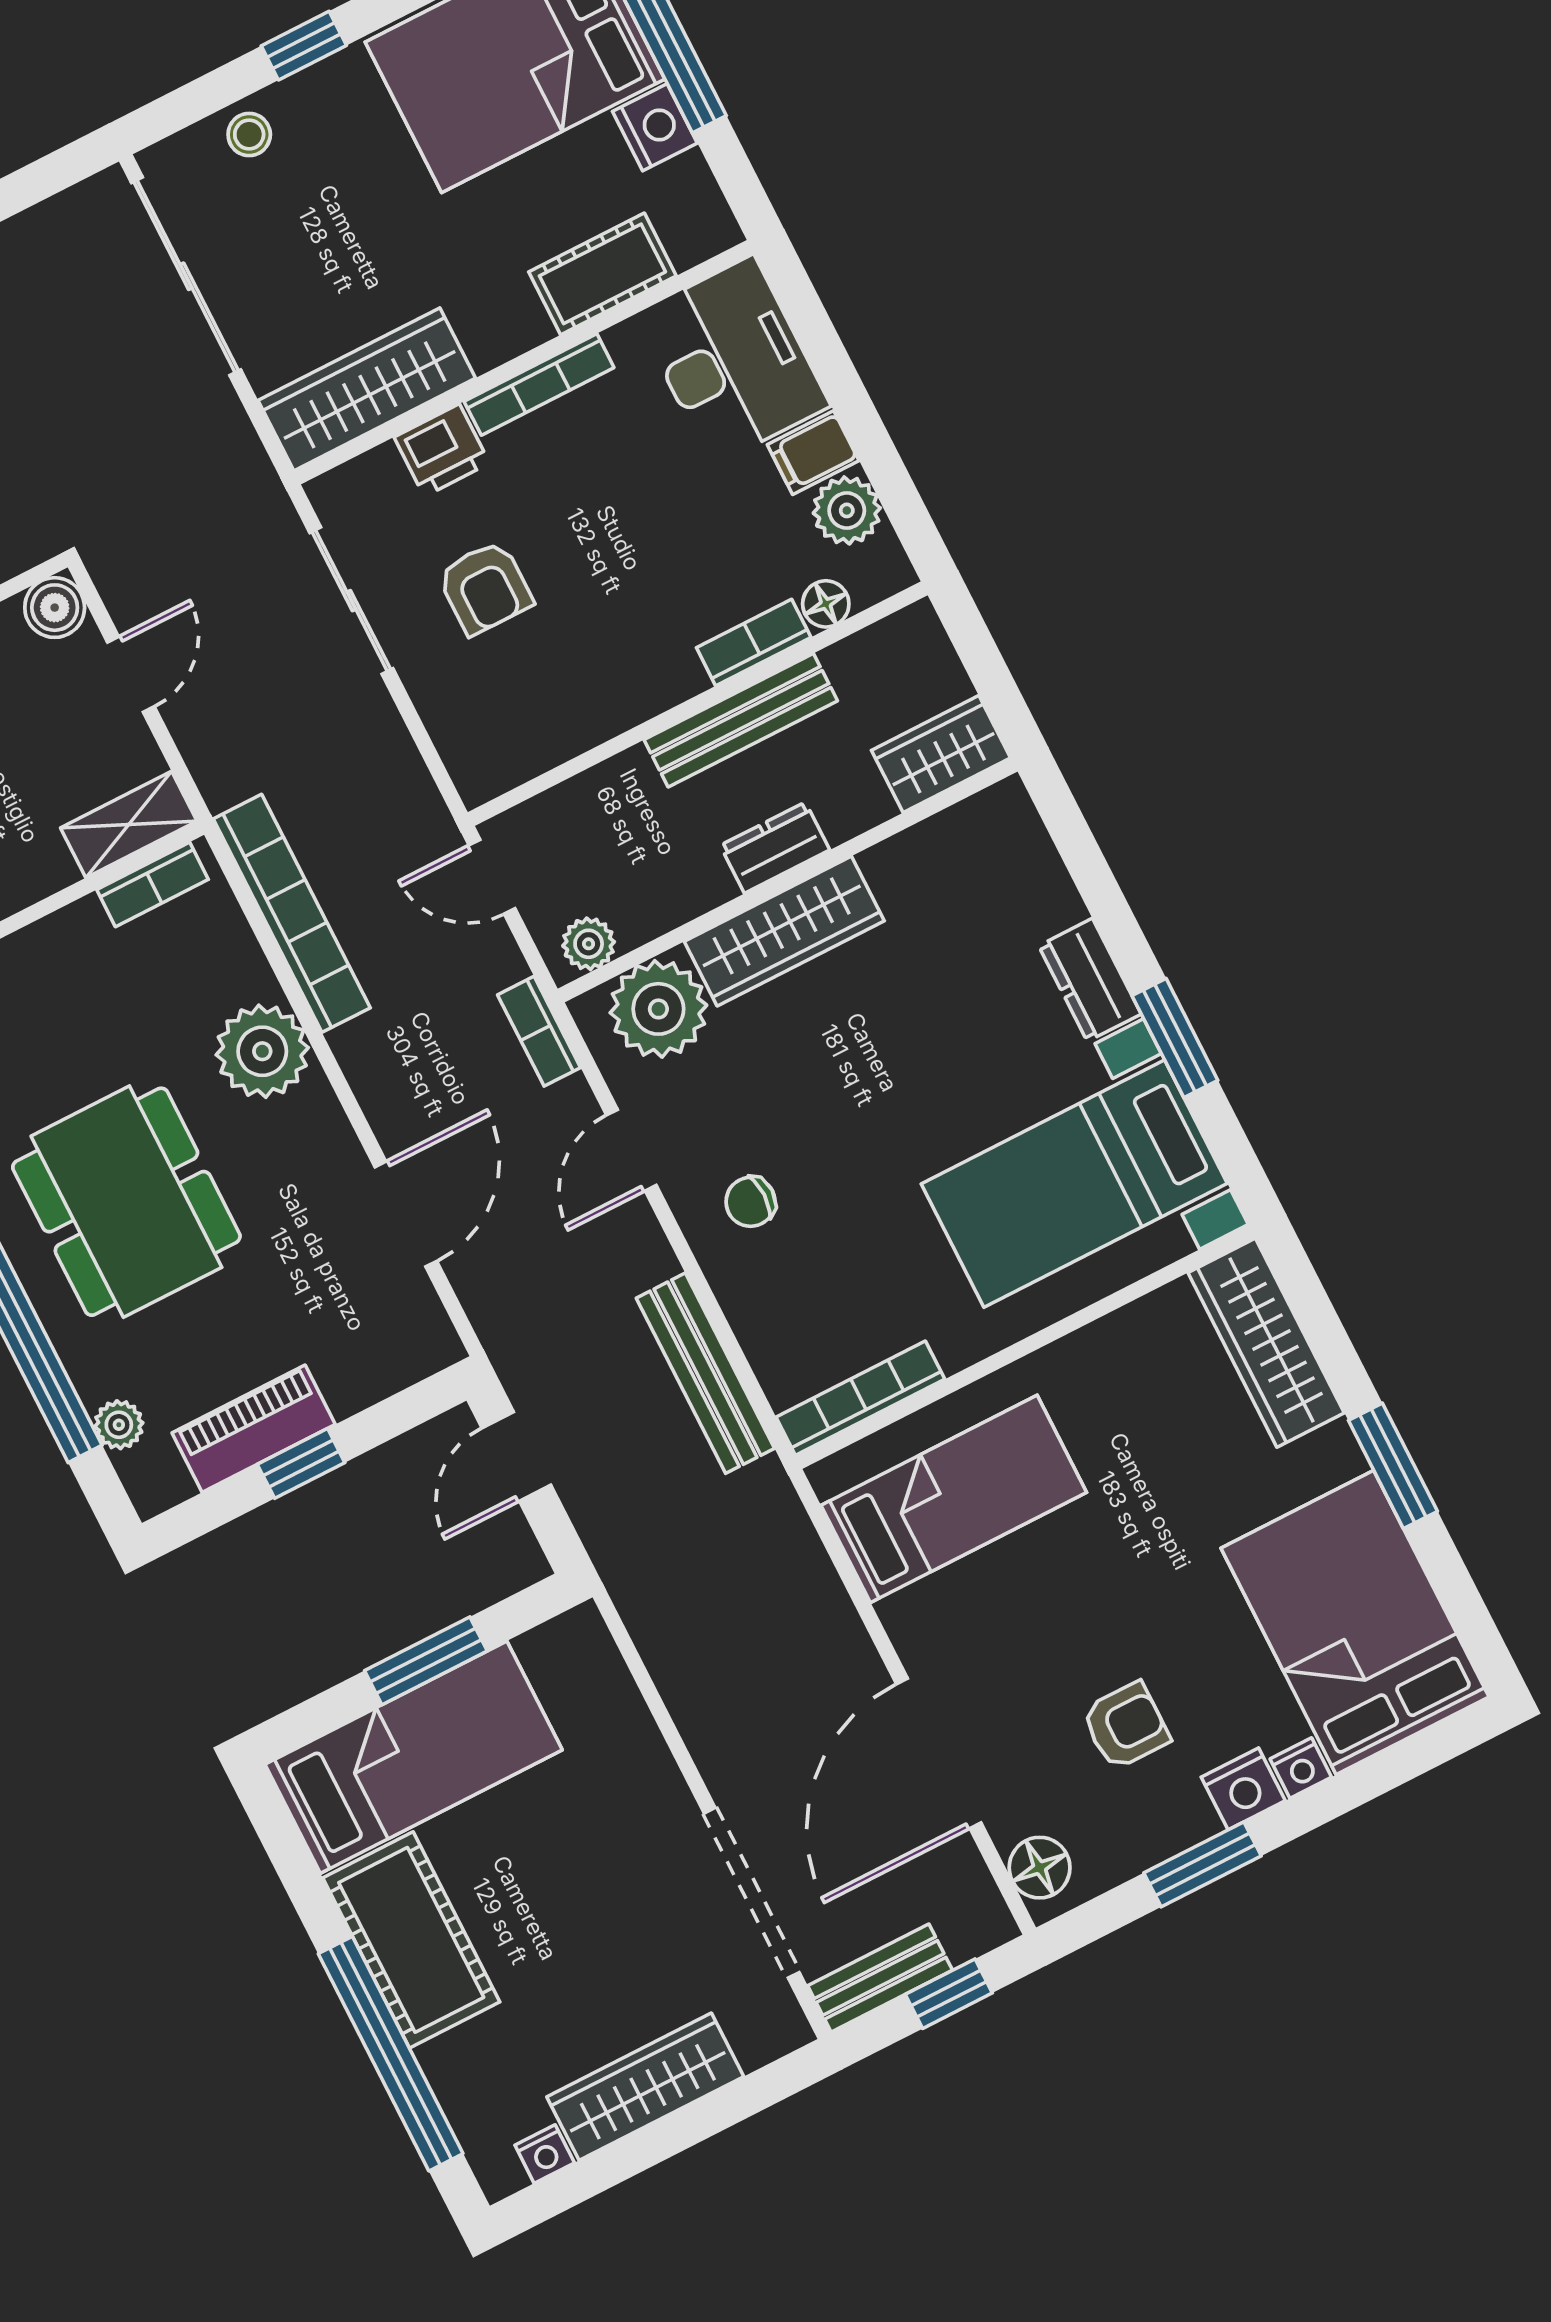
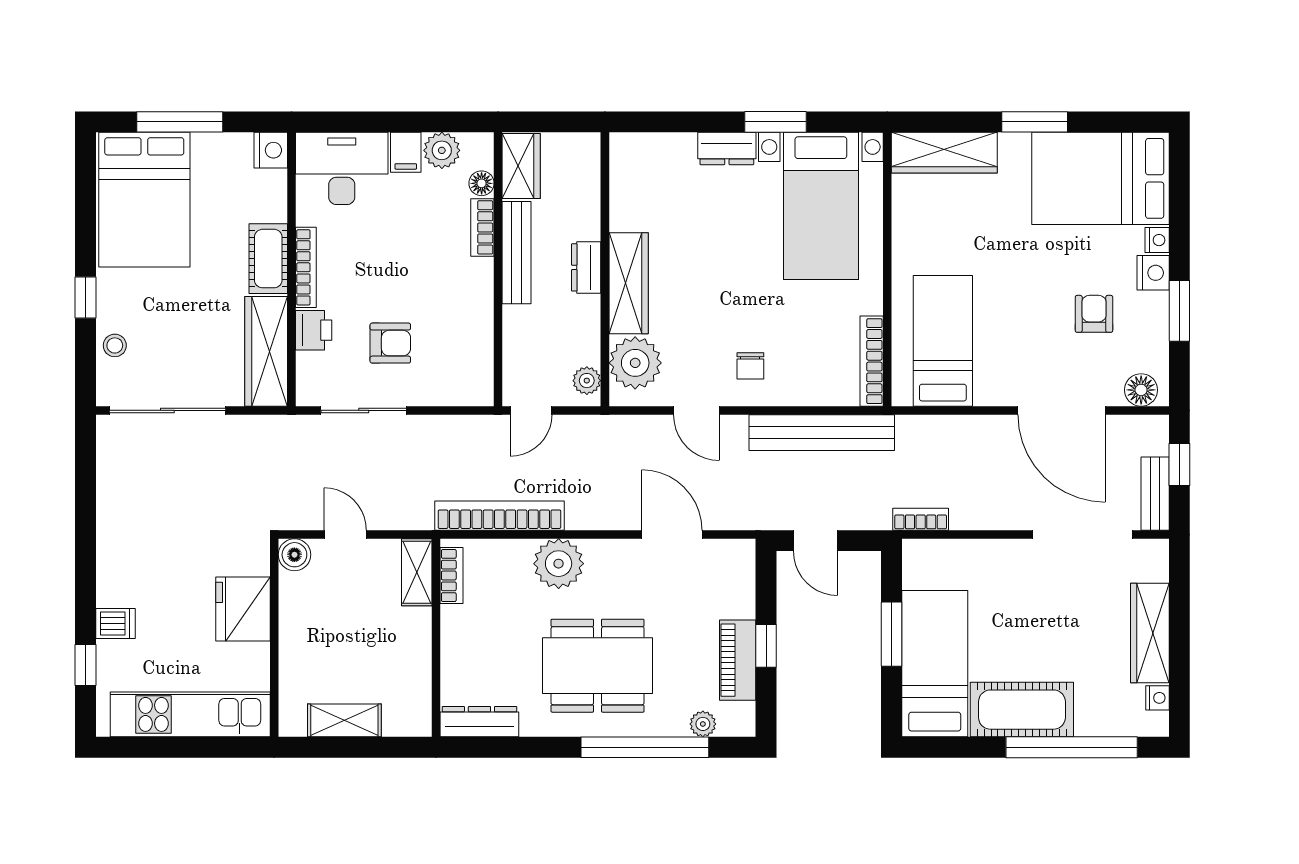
nightstand: (655, 127) -> (271, 150), moved, turned 90
cot: (602, 274) -> (268, 259), moved
wardrobe: (941, 754) -> (521, 166), moved, turned 180
bookcase: (539, 1031) -> (921, 519), moved, turned 180
bench: (705, 1373) -> (822, 433), width x1.37, depth x1.21

